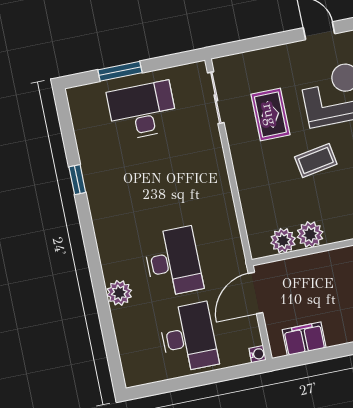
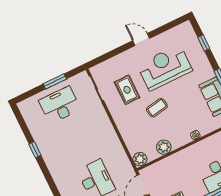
window: (120, 71) -> (55, 81), moved
plant: (283, 241) -> (140, 159), moved

